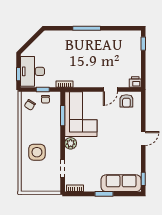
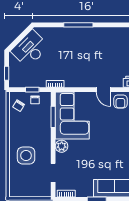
desk: (33, 71) -> (30, 49), moved, turned 45
door: (110, 90) -> (103, 90), hinge flipped

